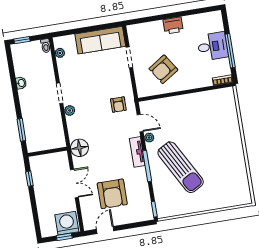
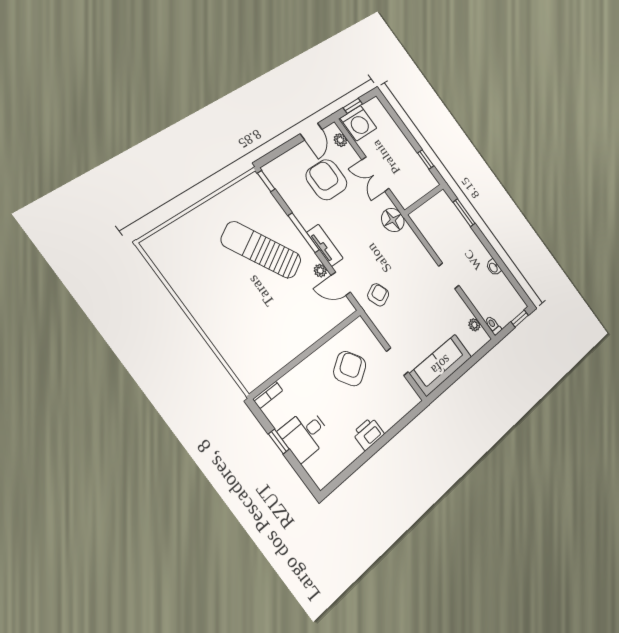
window: (230, 51) -> (279, 441), width x0.46
armchair: (118, 105) -> (378, 295), turned 67
plant: (70, 110) -> (340, 140), moved

